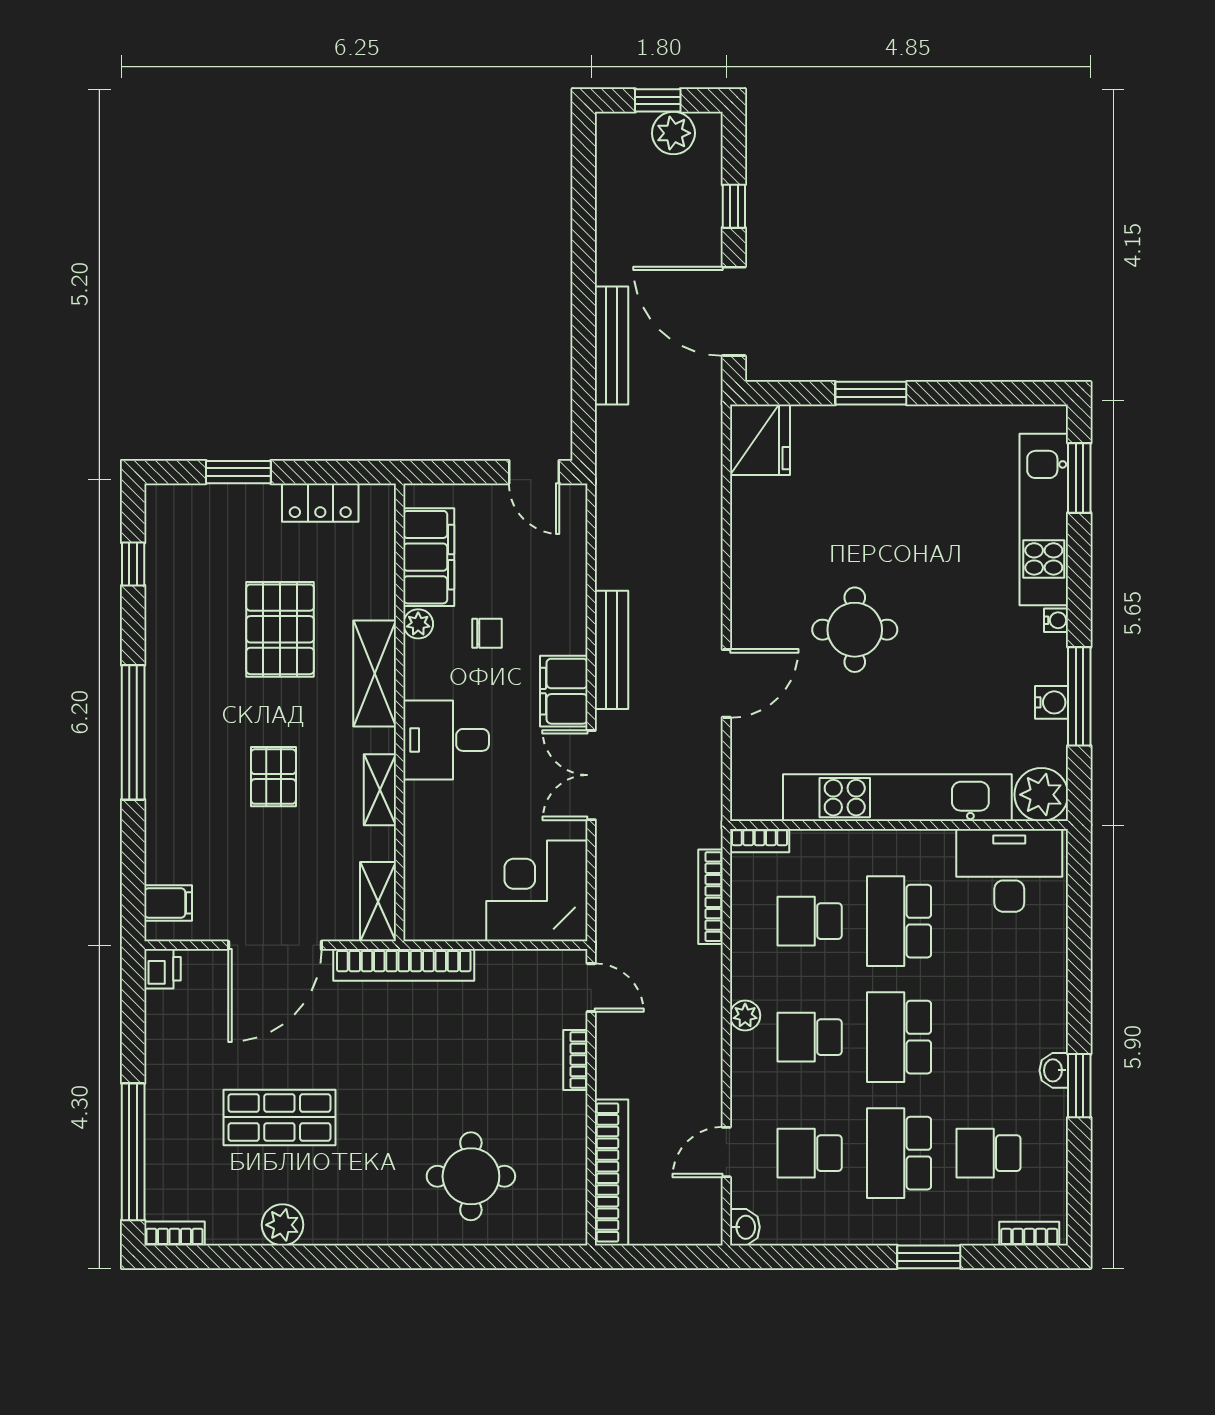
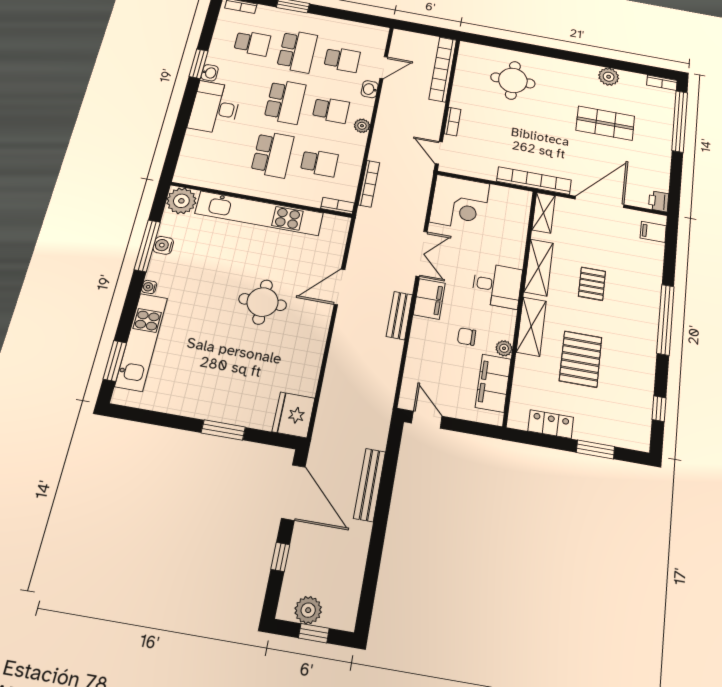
bench: (612, 650) -> (399, 316), width x0.73
shelving: (380, 790) -> (539, 267), width x1.50, depth x1.33
desk: (1009, 870) -> (215, 108), moved, turned 90
washbasin: (745, 1227) -> (370, 89), moved

